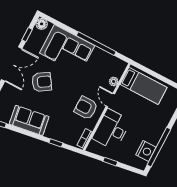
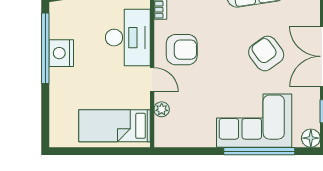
window: (96, 44) -> (259, 151), moved
armchair: (42, 82) -> (266, 53), turned 87
nightstand: (146, 151) -> (61, 53), moved

